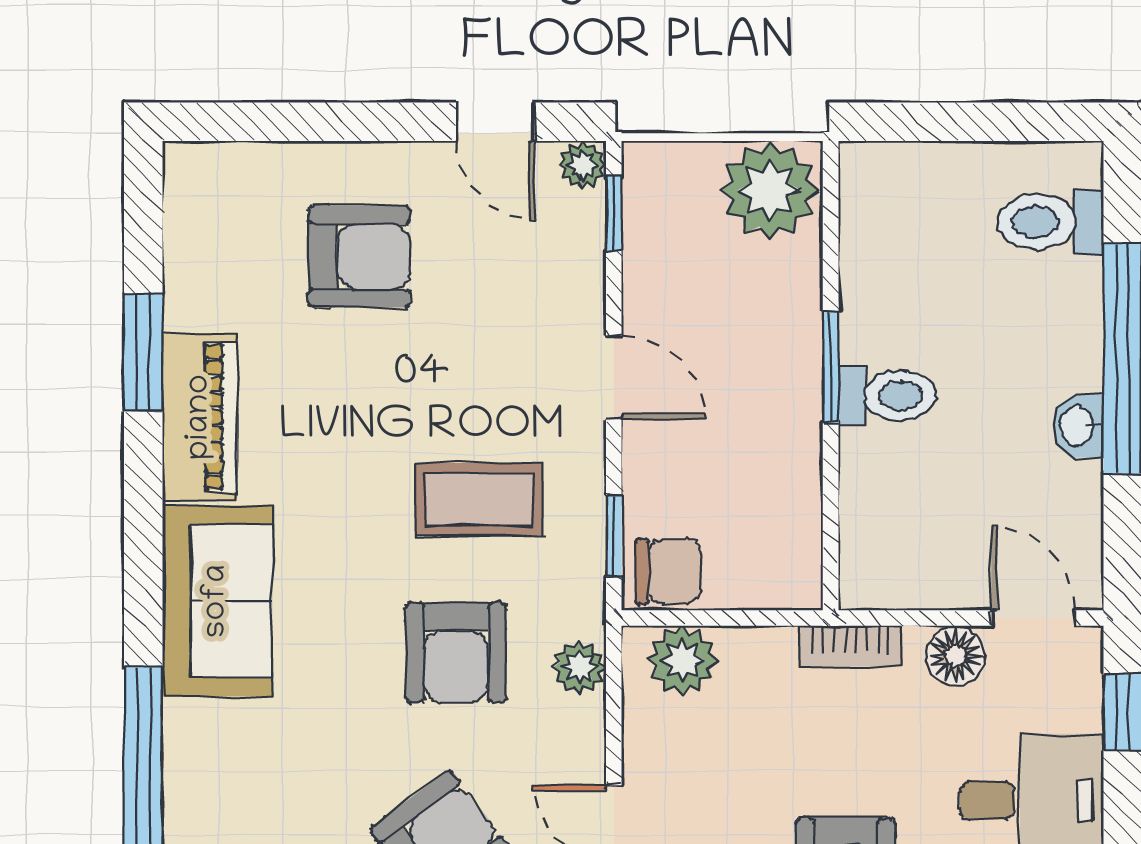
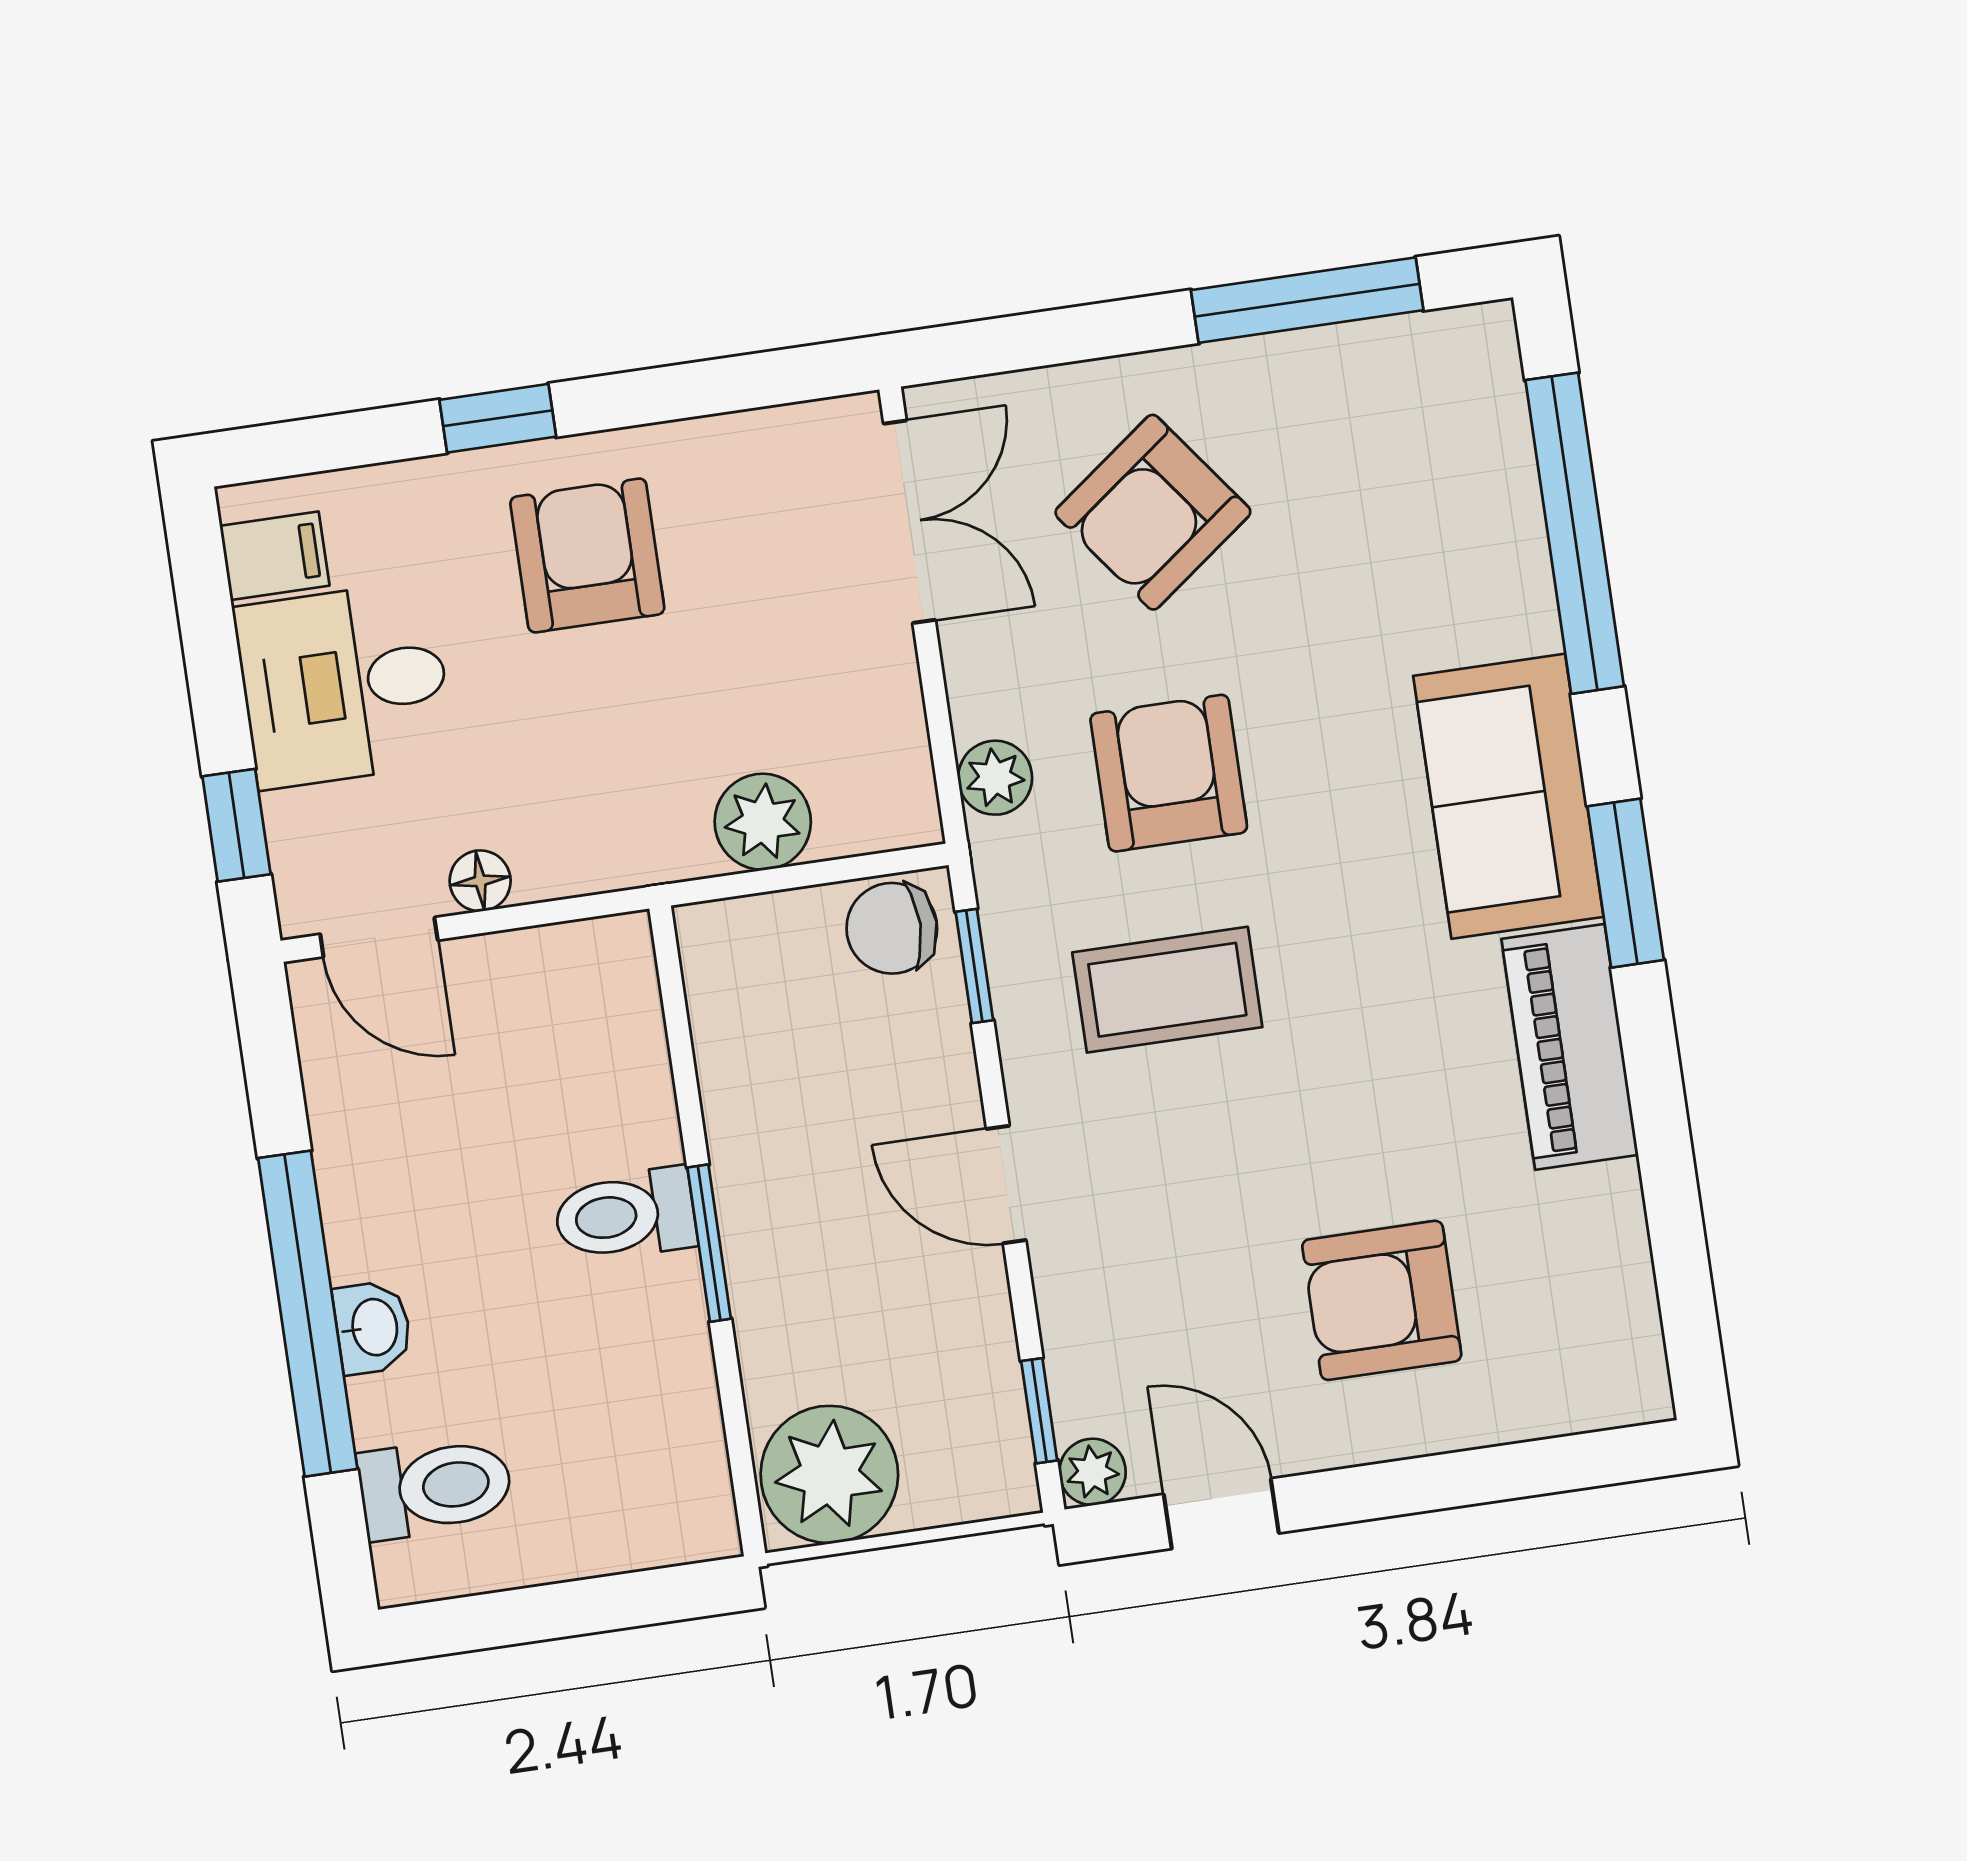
window: (143, 353) -> (1626, 883), moved
washbasin: (1078, 426) -> (373, 1327), moved
bookcase: (851, 646) -> (625, 862), removed
floor lamp: (956, 656) -> (480, 881), width x0.73, depth x0.73
plant: (683, 660) -> (763, 822), moved

